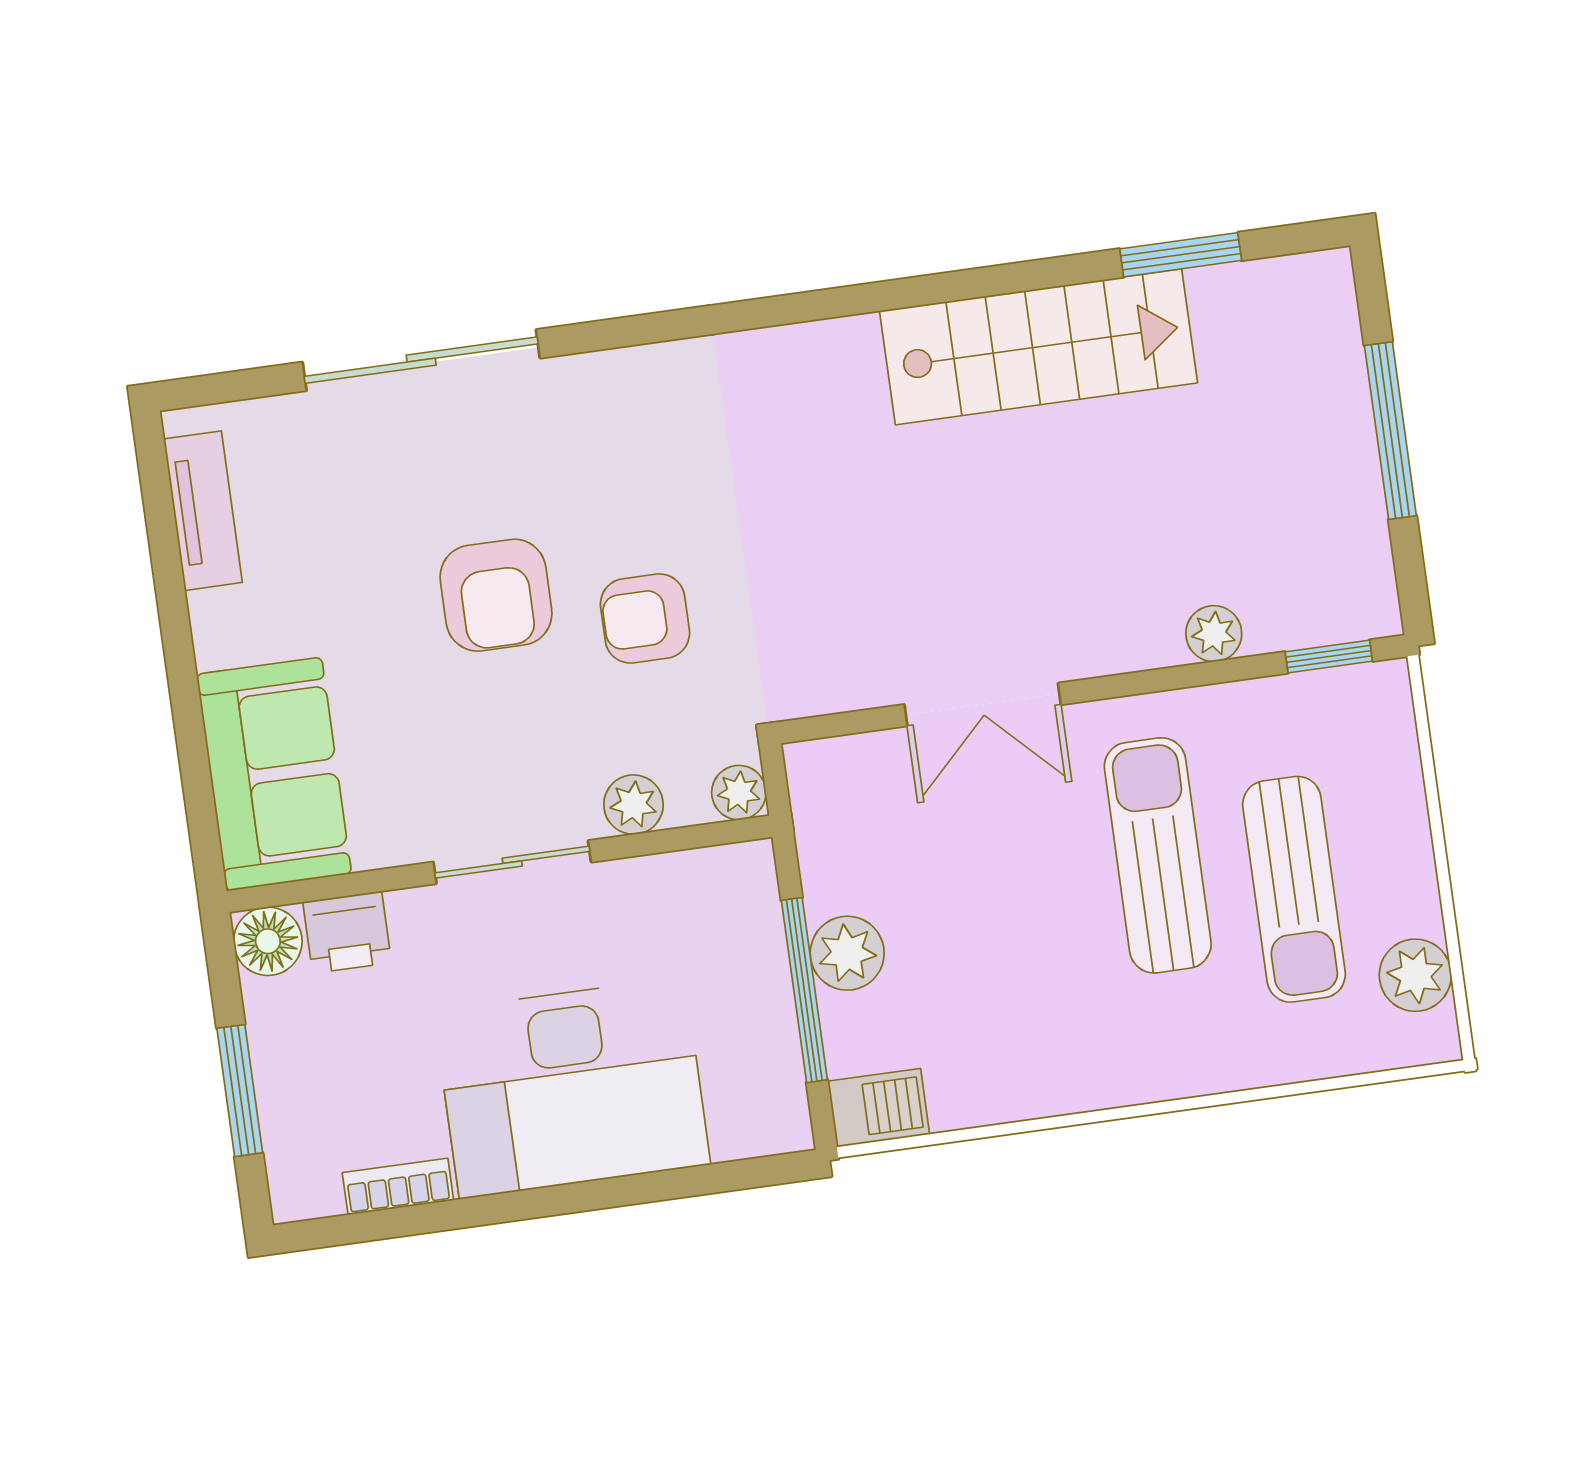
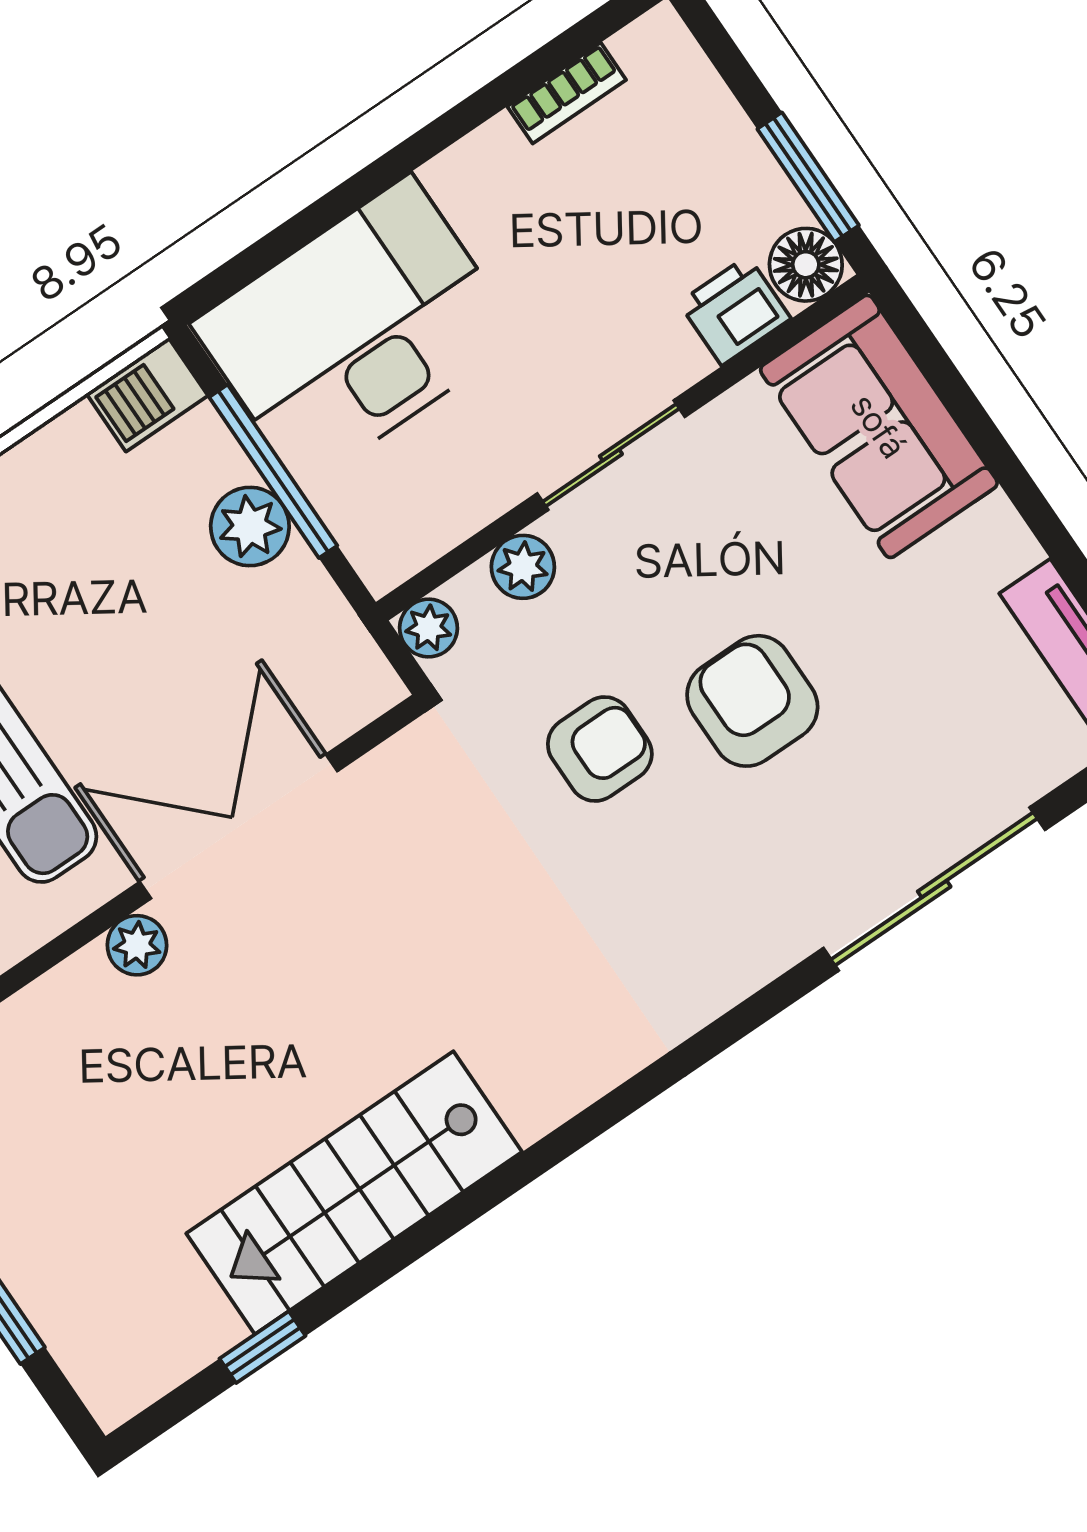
window: (1181, 255) -> (262, 1347), width x0.67
plant: (1214, 634) -> (137, 945), moved
double door: (983, 705) -> (239, 827), width x1.37
desk: (572, 1088) -> (357, 331), moved
window: (240, 1091) -> (808, 177), moved

